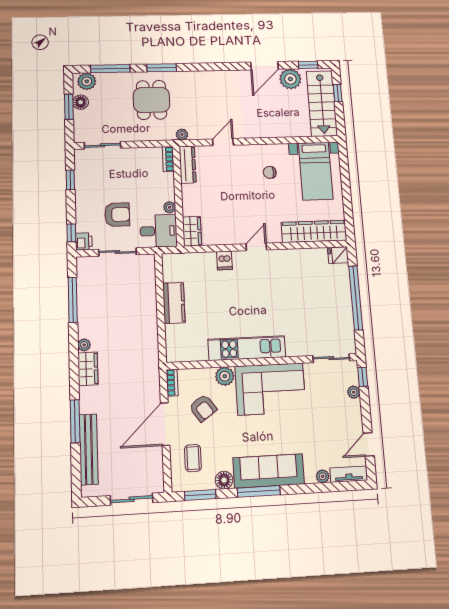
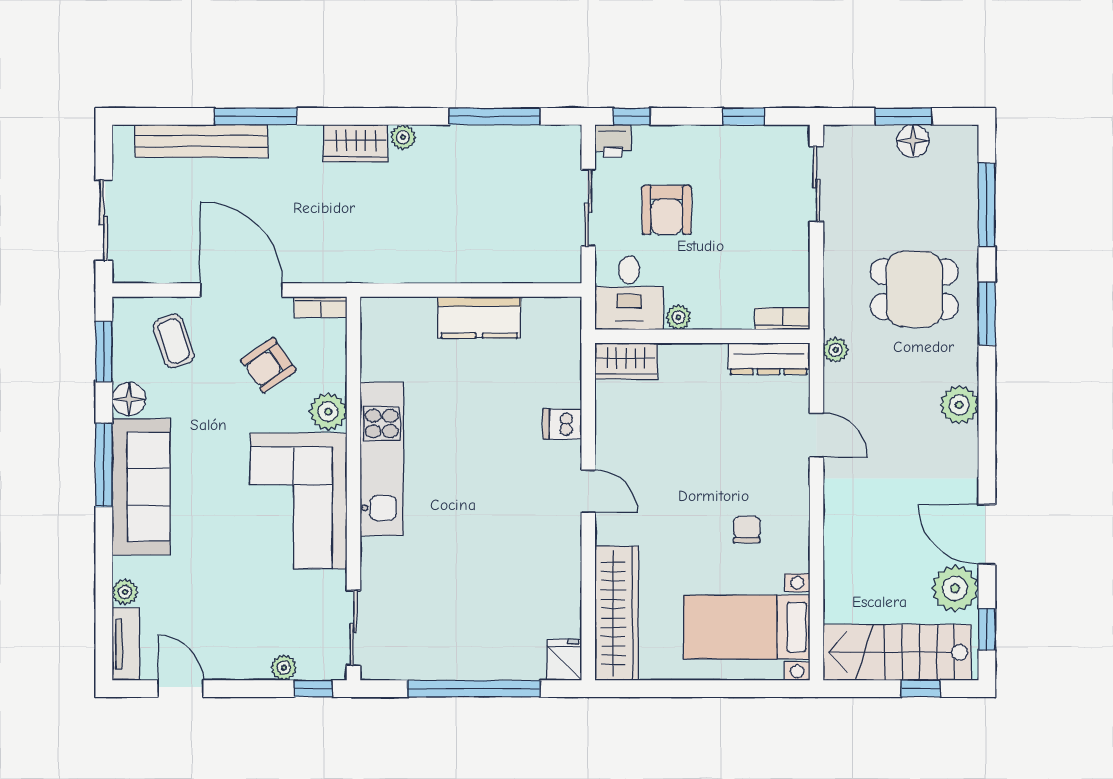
plant: (87, 81) -> (959, 405), moved
coffee table: (193, 458) -> (174, 341), turned 71

